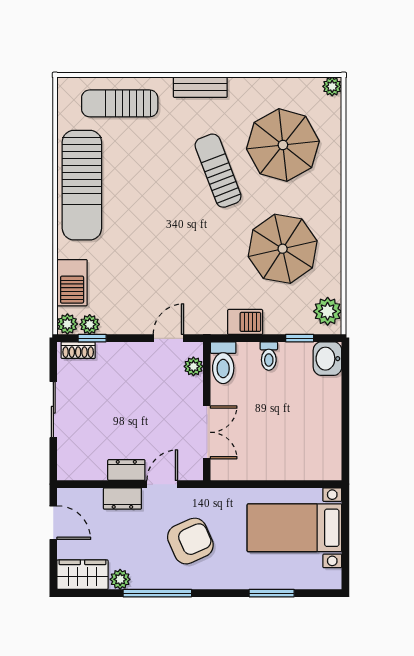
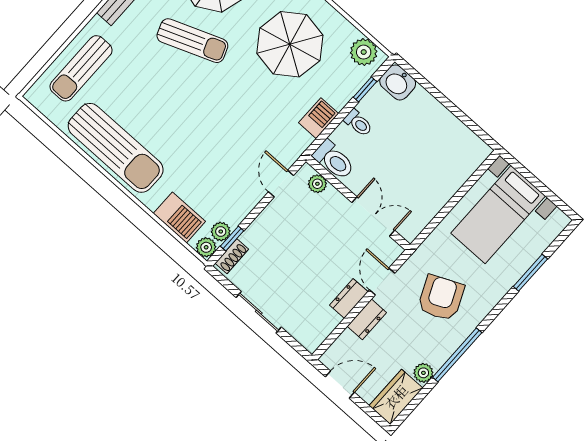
sun lounger: (218, 171) -> (192, 41), turned 180

